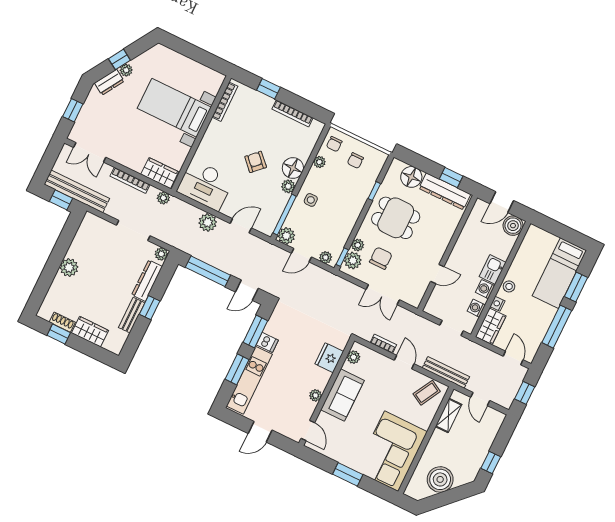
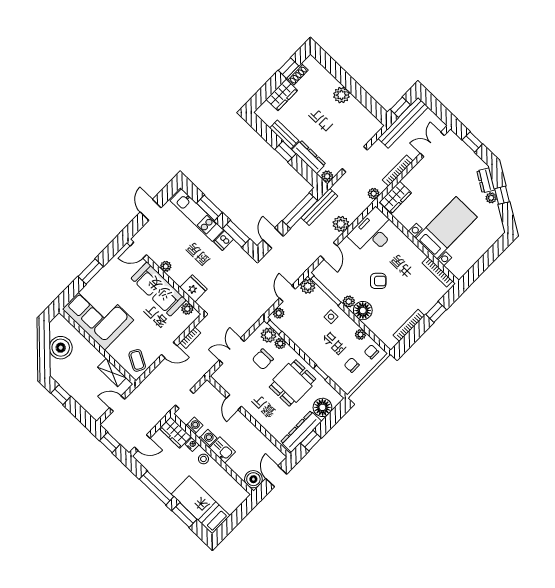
chair: (381, 258) -> (263, 359), turned 90
bench: (446, 372) -> (319, 207), moved
sofa: (342, 395) -> (159, 289), width x1.36

